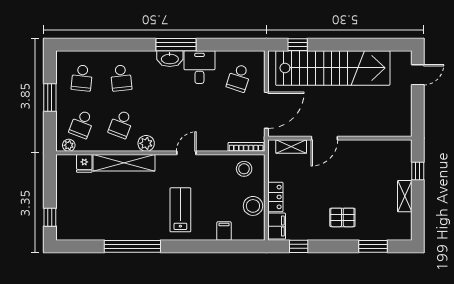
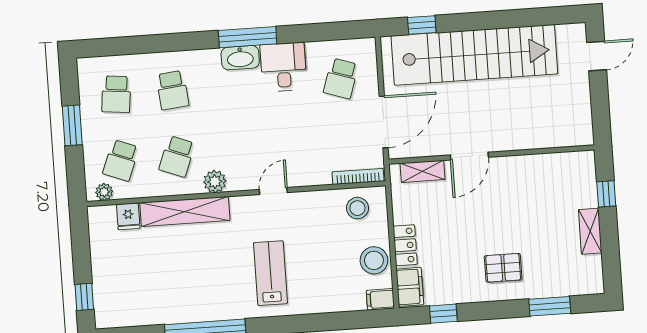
filing cabinet: (224, 231) -> (380, 299), moved, turned -90

